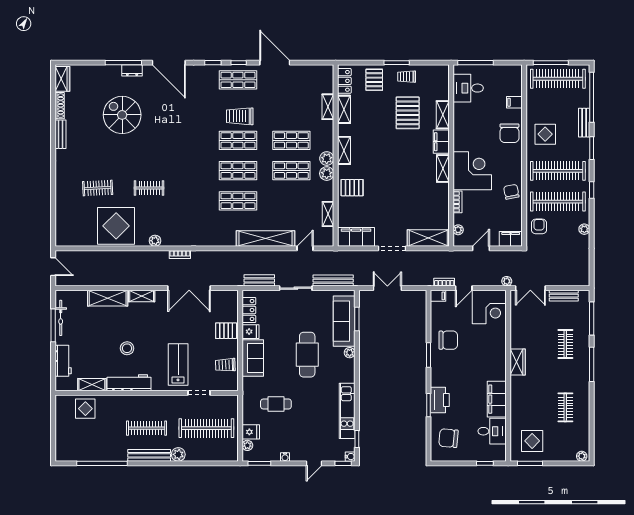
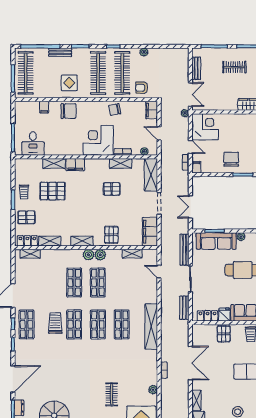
shelving: (328, 107) -> (30, 254), moved
trolley: (240, 116) -> (55, 323), turned 180
shelving: (443, 168) -> (121, 163), moved
pallet: (410, 188) -> (112, 189), added
shelving: (266, 238) -> (151, 327), moved

